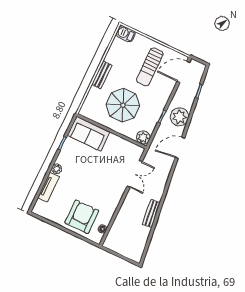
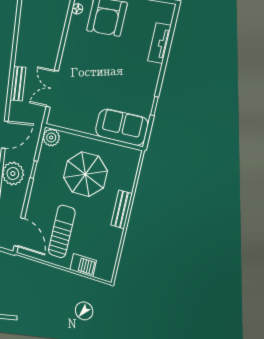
barbecue: (126, 34) -> (83, 265), moved
door: (183, 72) -> (19, 232), hinge flipped
plant: (57, 169) -> (154, 70), removed
bench: (151, 214) -> (18, 84), moved

